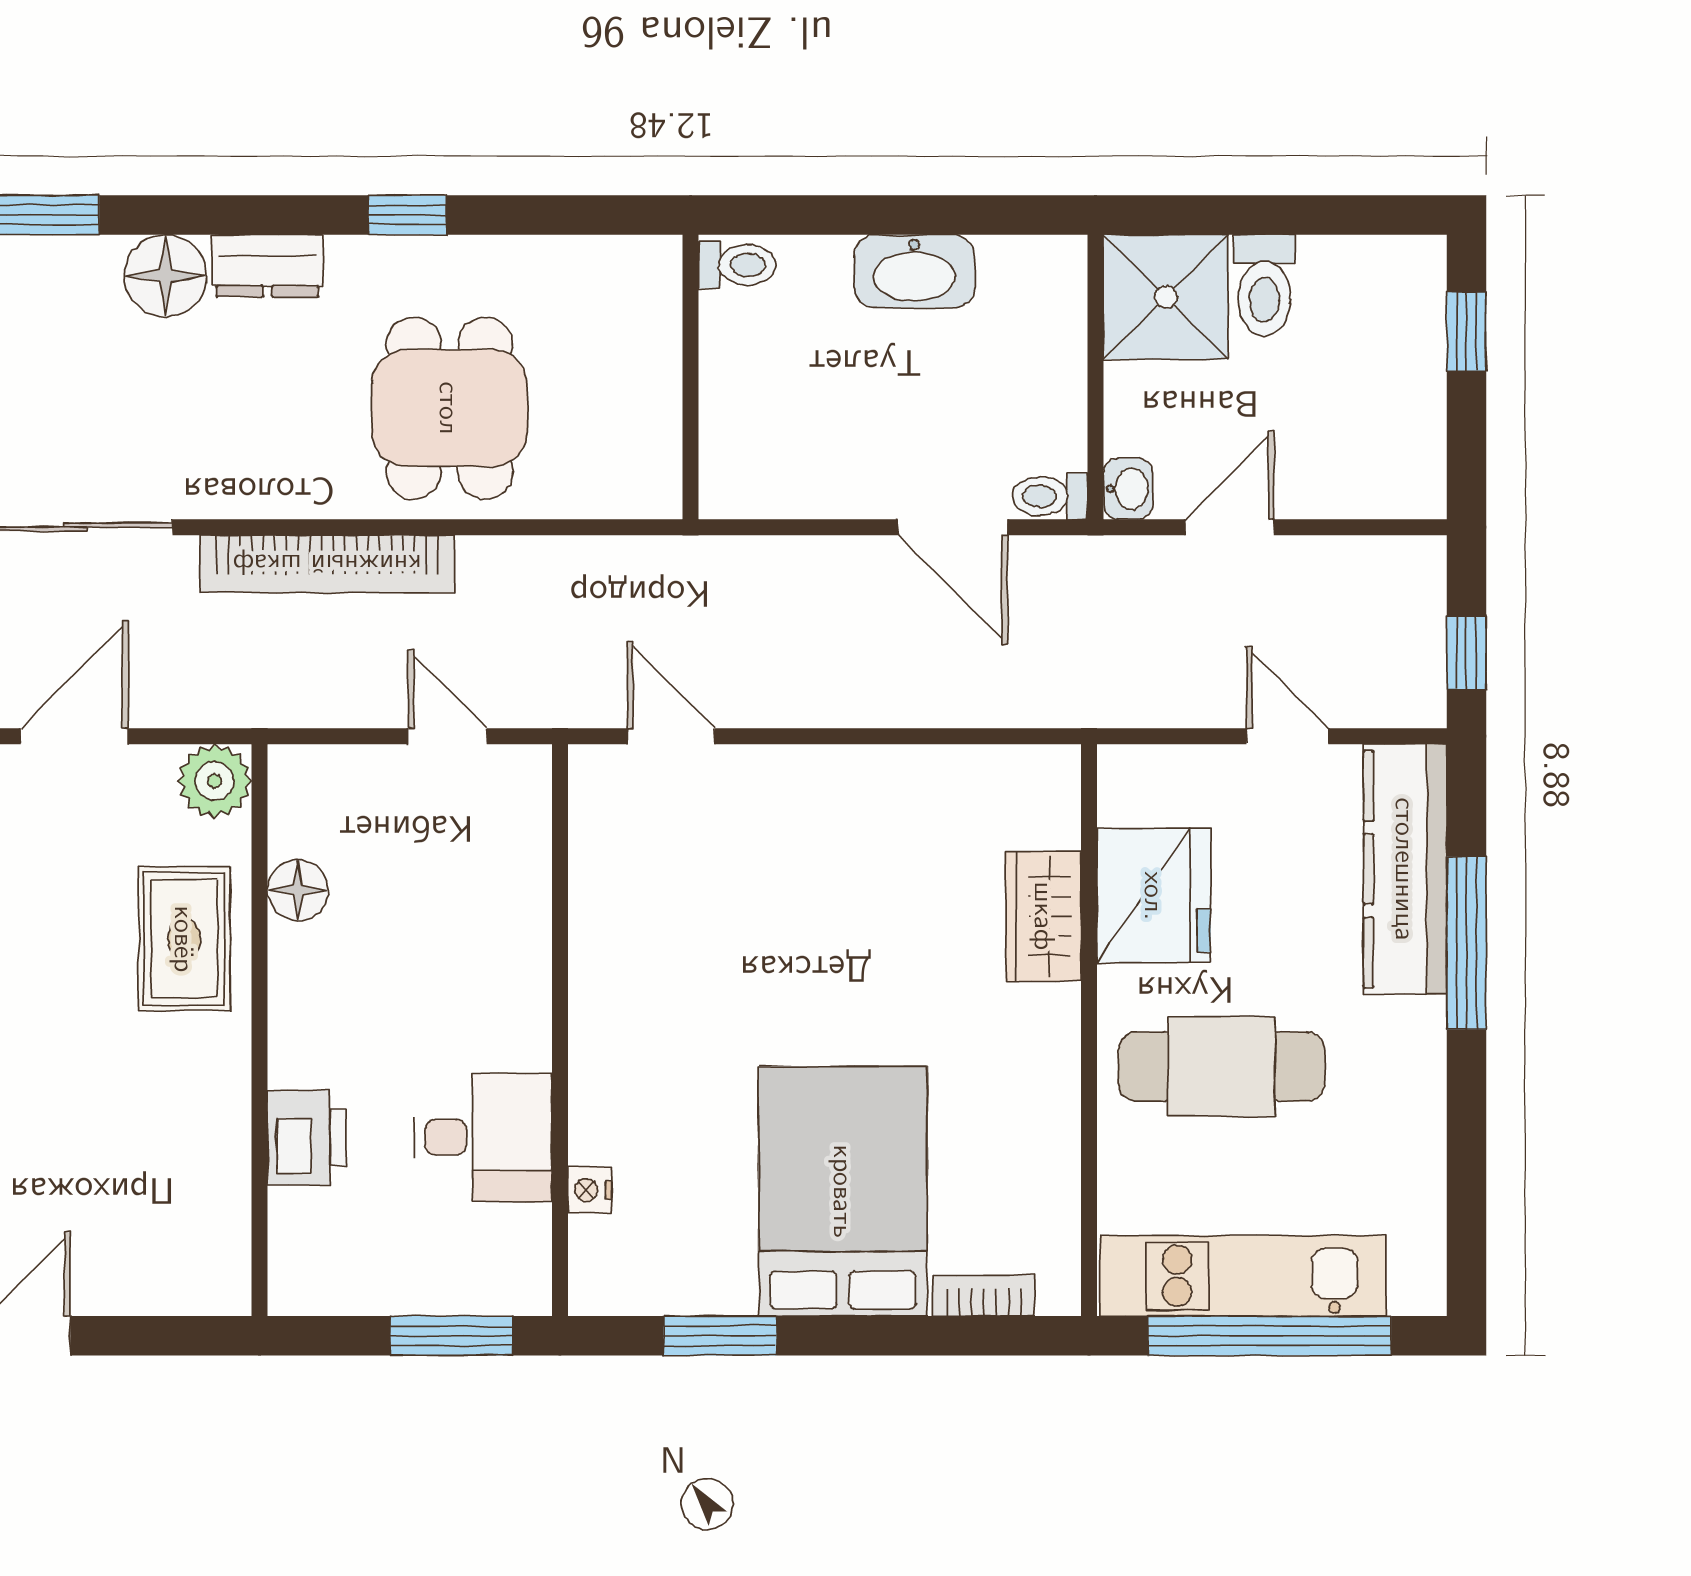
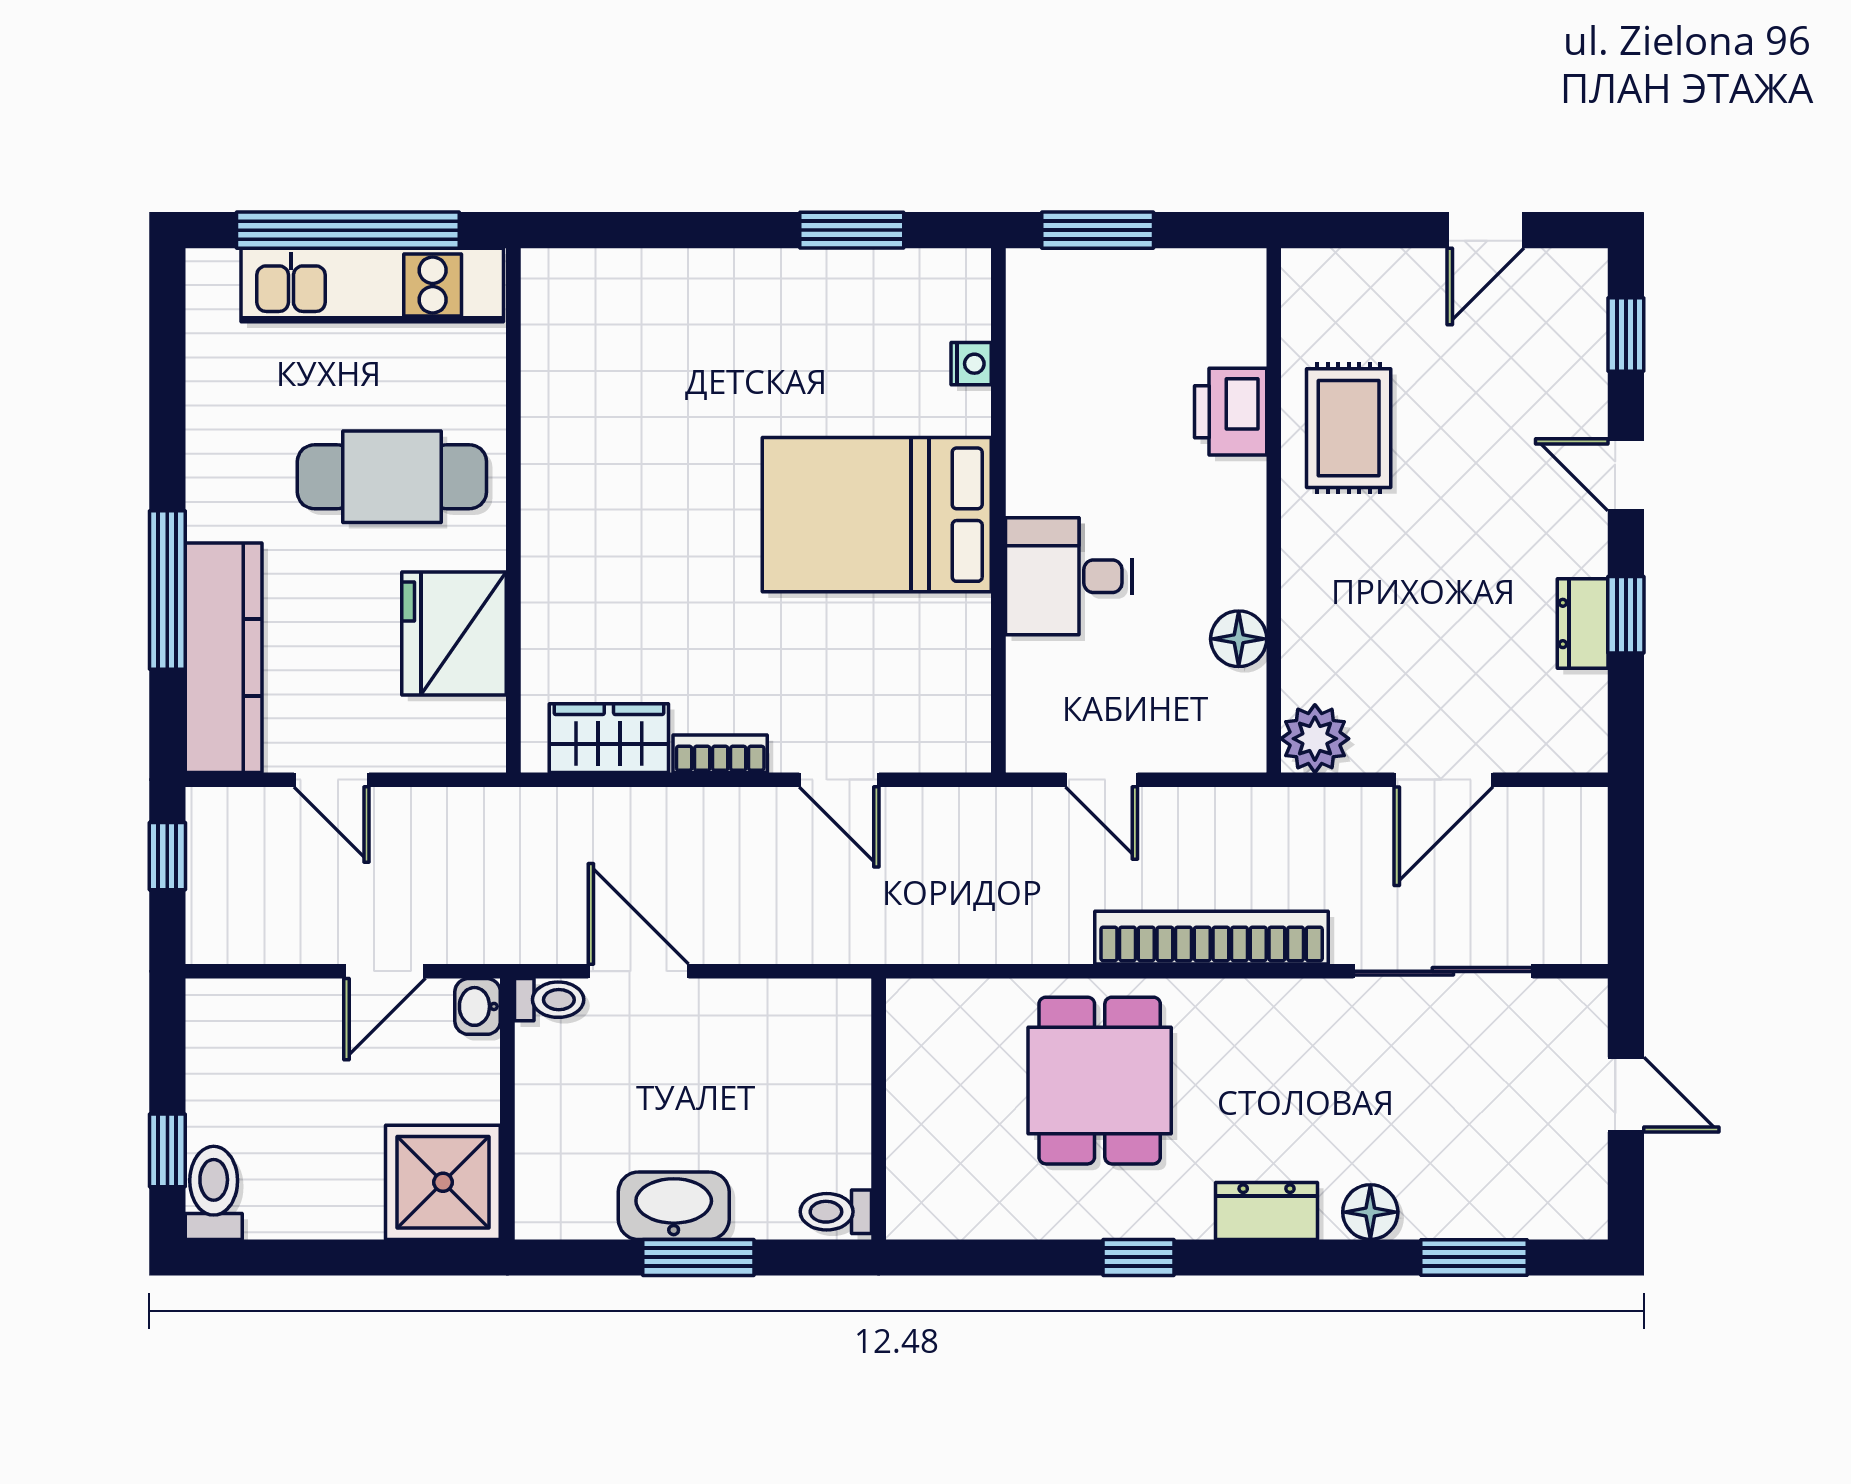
window: (887, 215) -> (698, 1257), added
floor lamp: (165, 276) -> (1370, 1212), width x0.73, depth x0.73
toilet: (1264, 285) -> (214, 1193), moved
door: (671, 736) -> (839, 780), moved
wardrobe: (1044, 916) -> (609, 738), moved, turned -90
rug: (184, 939) -> (1349, 428), moved
desk: (483, 1137) -> (1069, 576), moved
bed: (843, 1191) -> (877, 515), moved, turned 90
bookcase: (984, 1296) -> (720, 754), moved, turned 180

